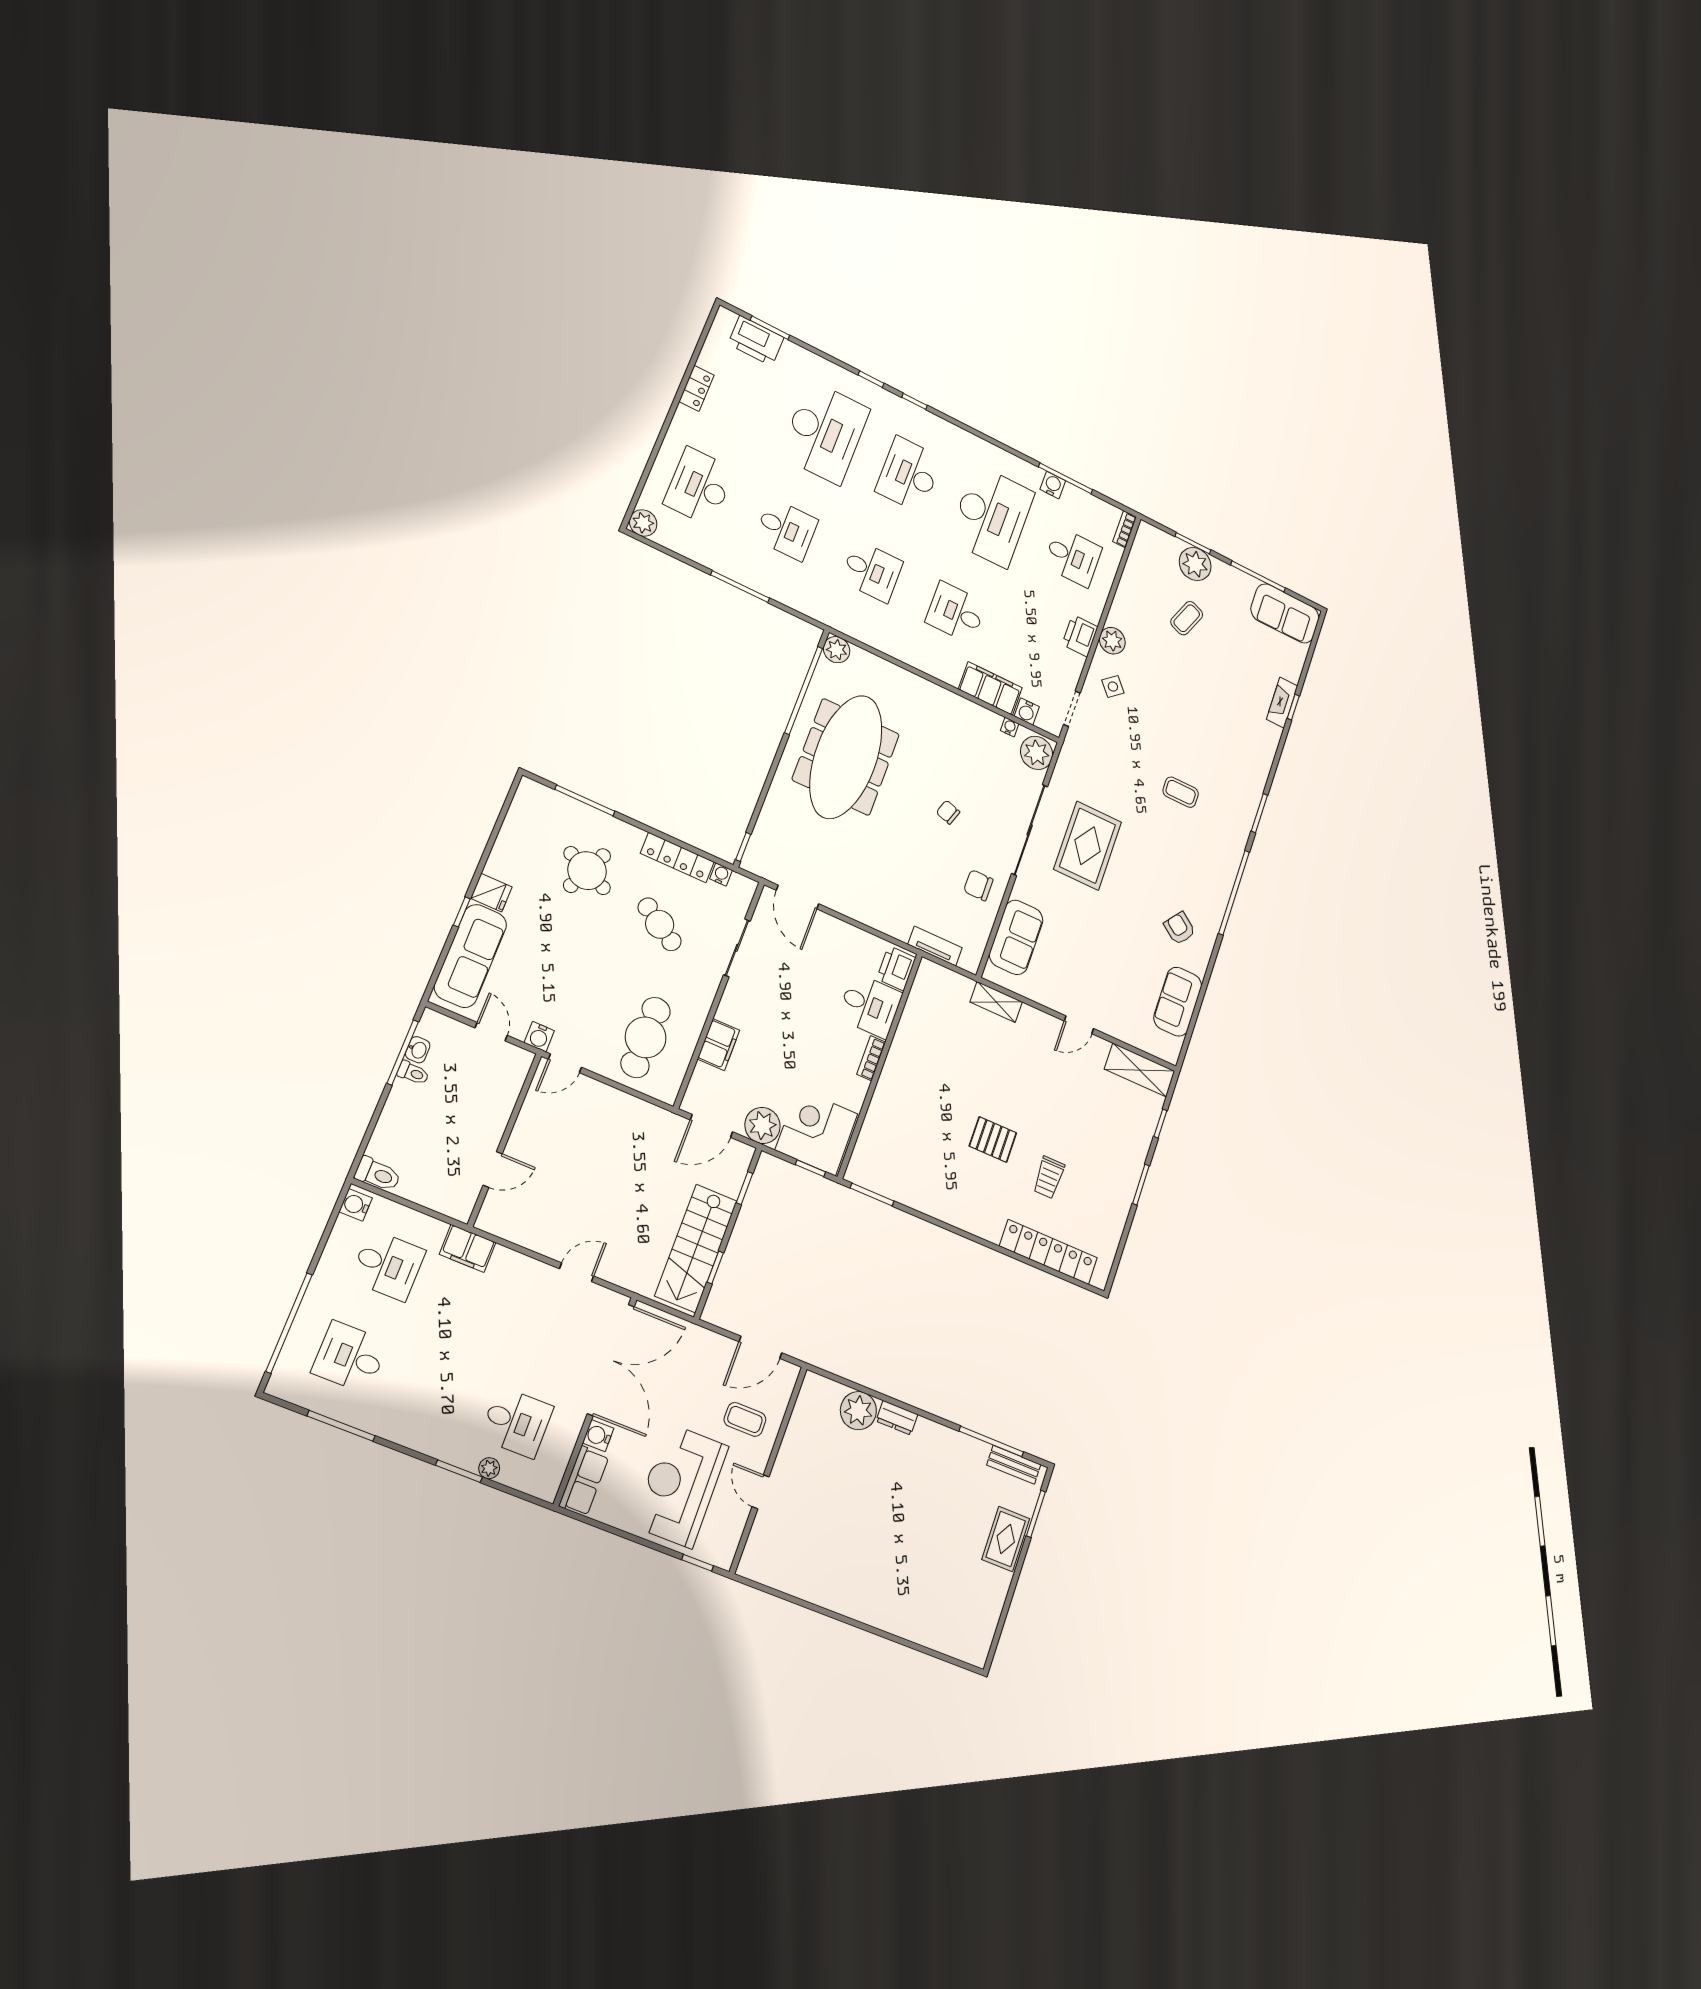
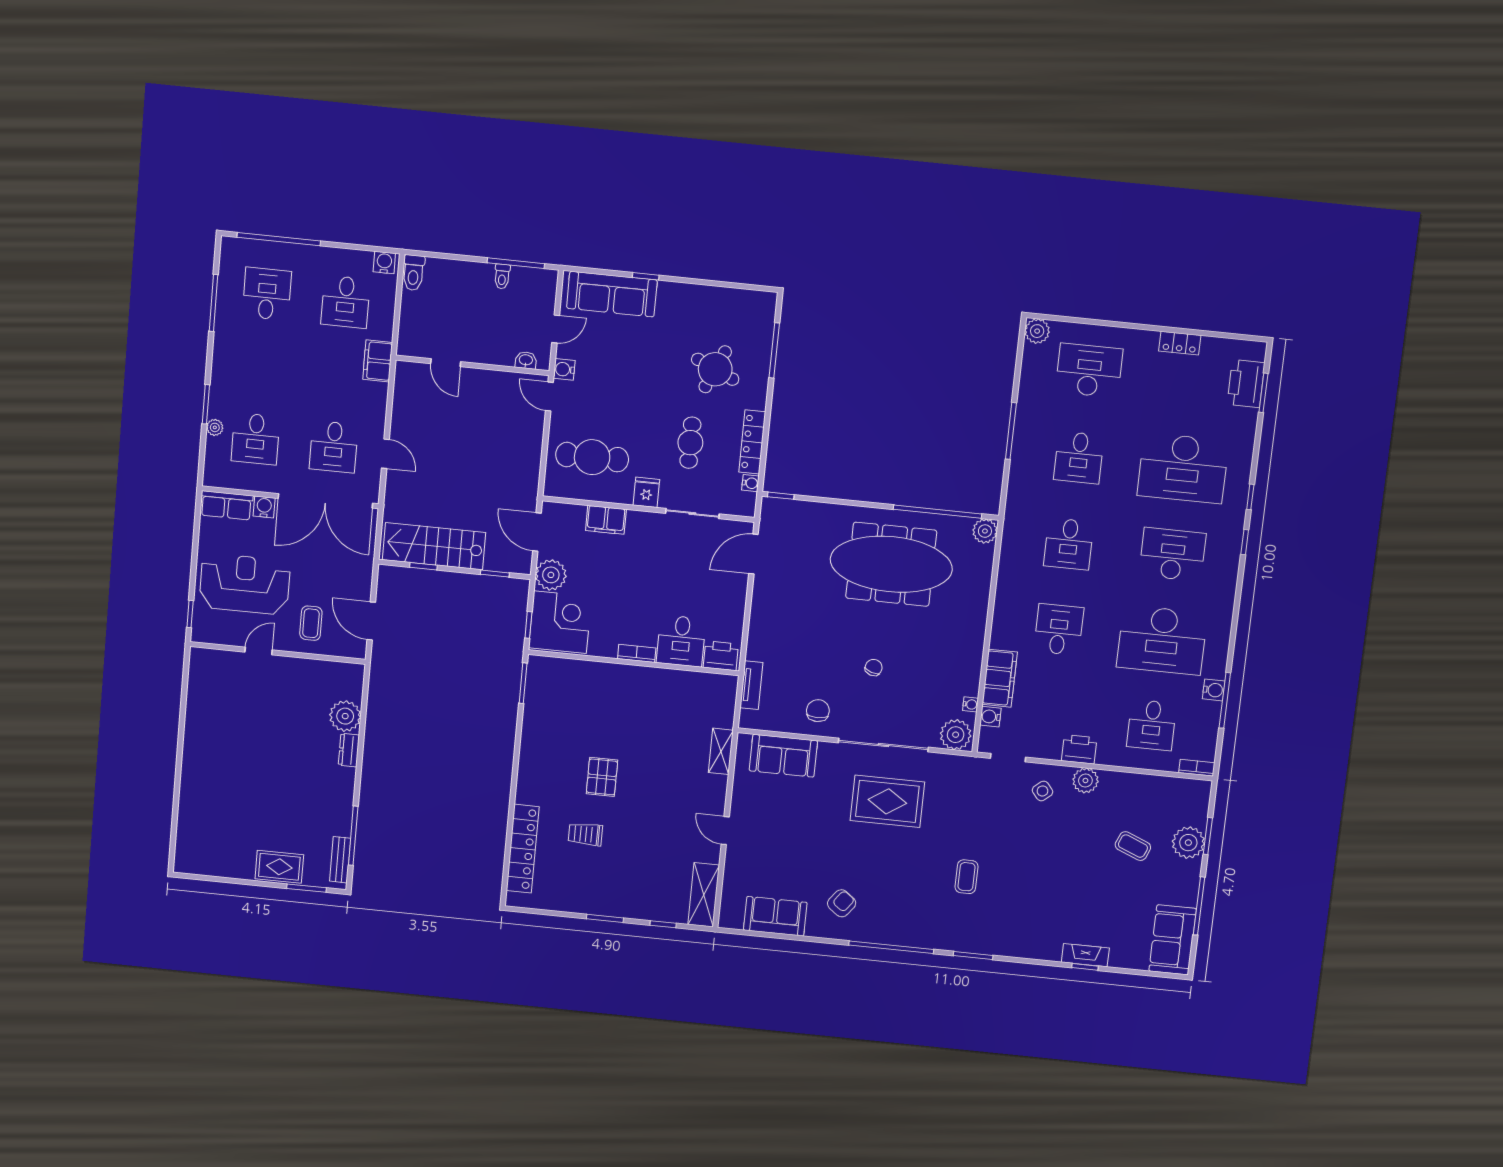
fridge: (491, 893) -> (646, 492), moved, turned 180
cafe table: (660, 924) -> (690, 443), turned -33
washbasin: (418, 1050) -> (526, 360), moved, turned 180
desk: (552, 1331) -> (334, 447), added

